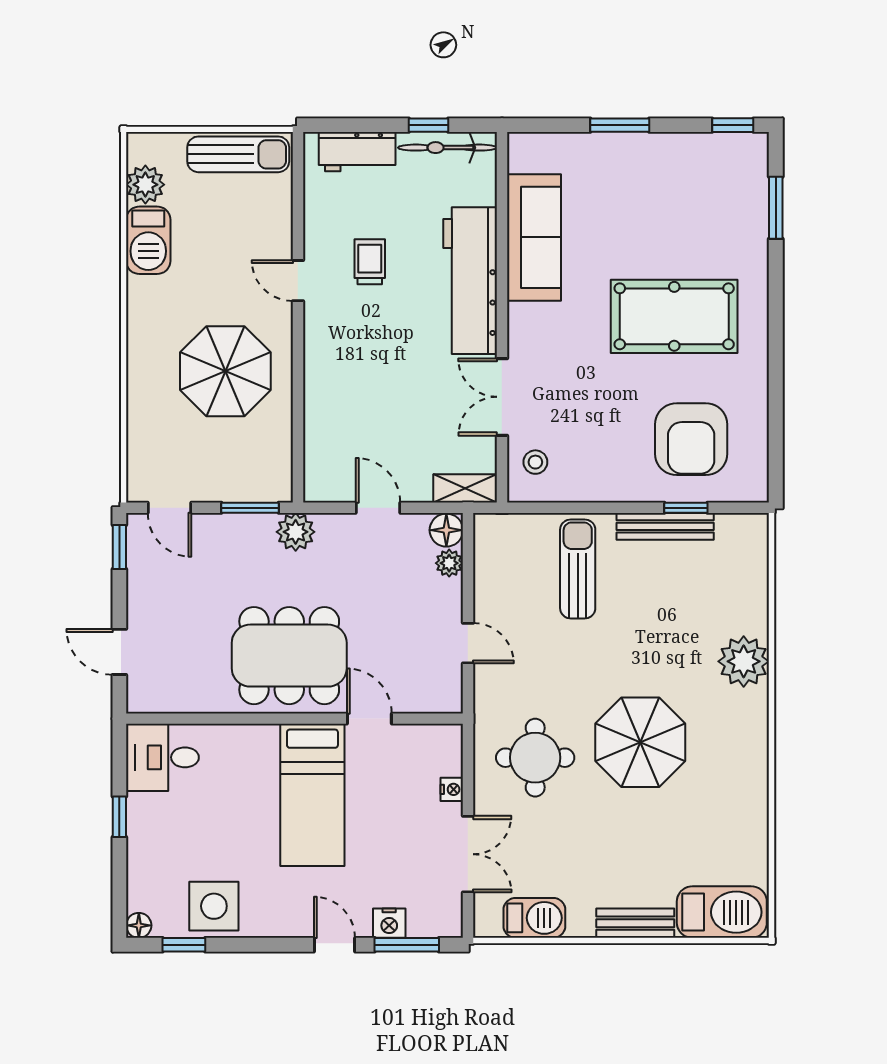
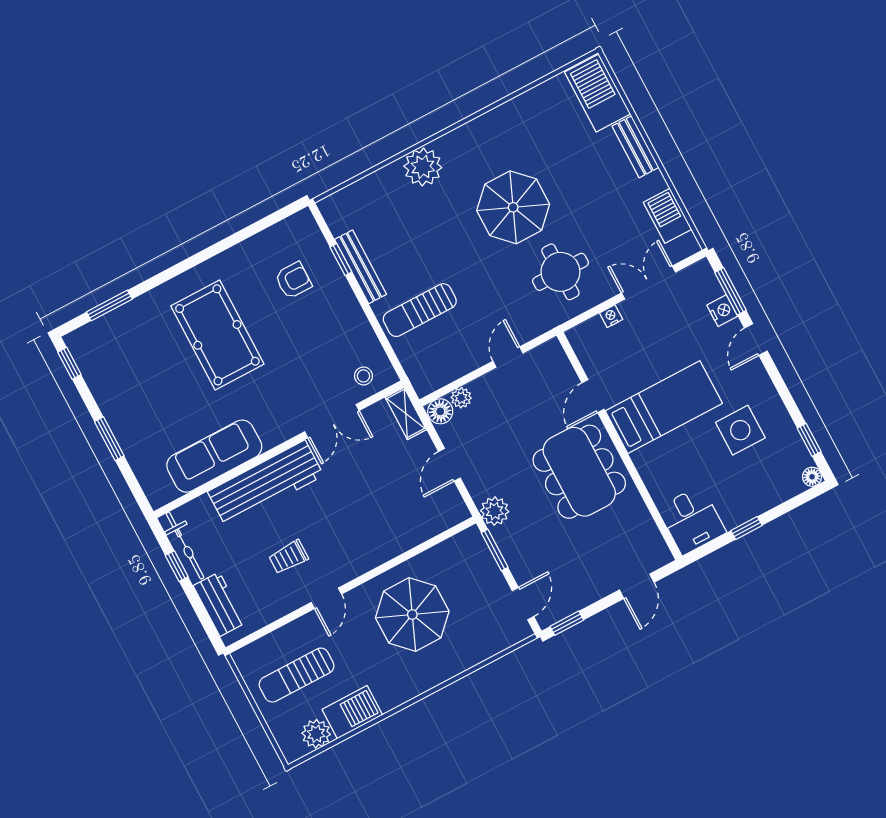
sun lounger: (238, 154) -> (297, 675), moved, turned -90
armchair: (691, 439) -> (293, 280), width x0.53, depth x0.53
side table: (214, 906) -> (740, 430), moved

